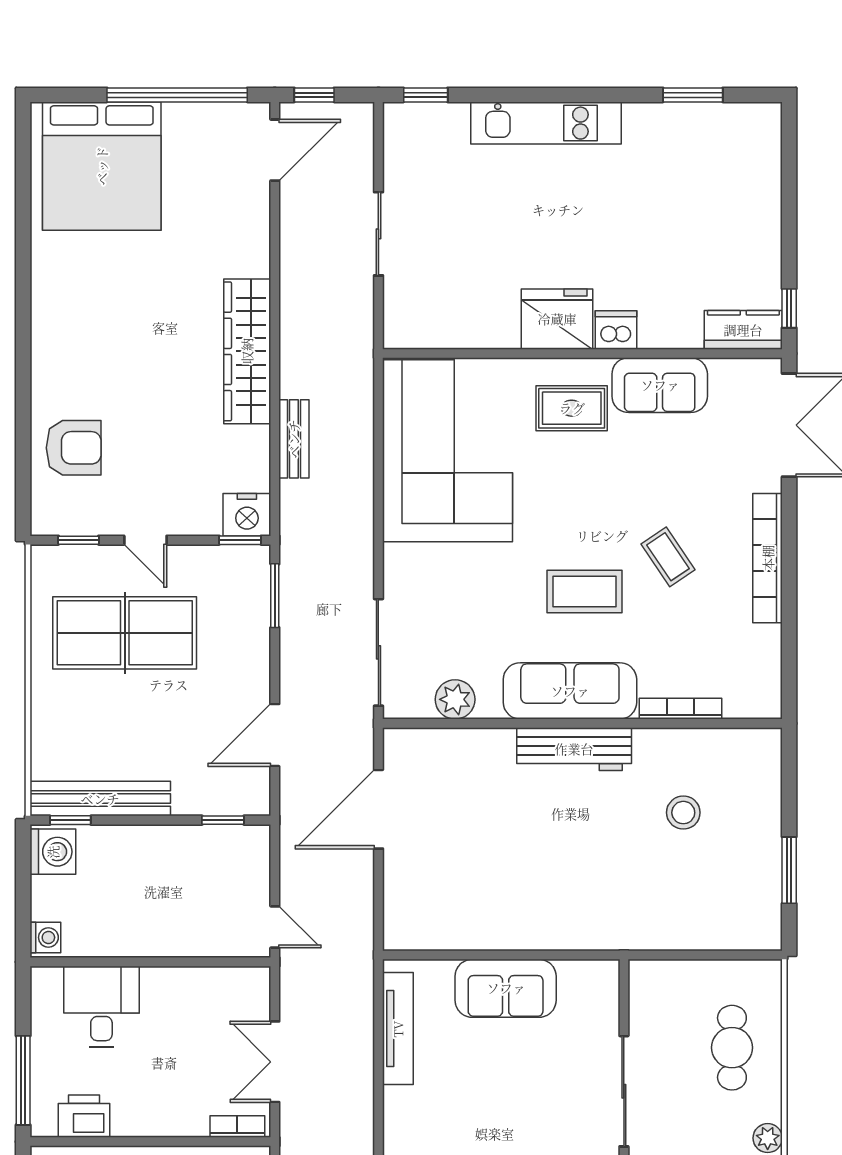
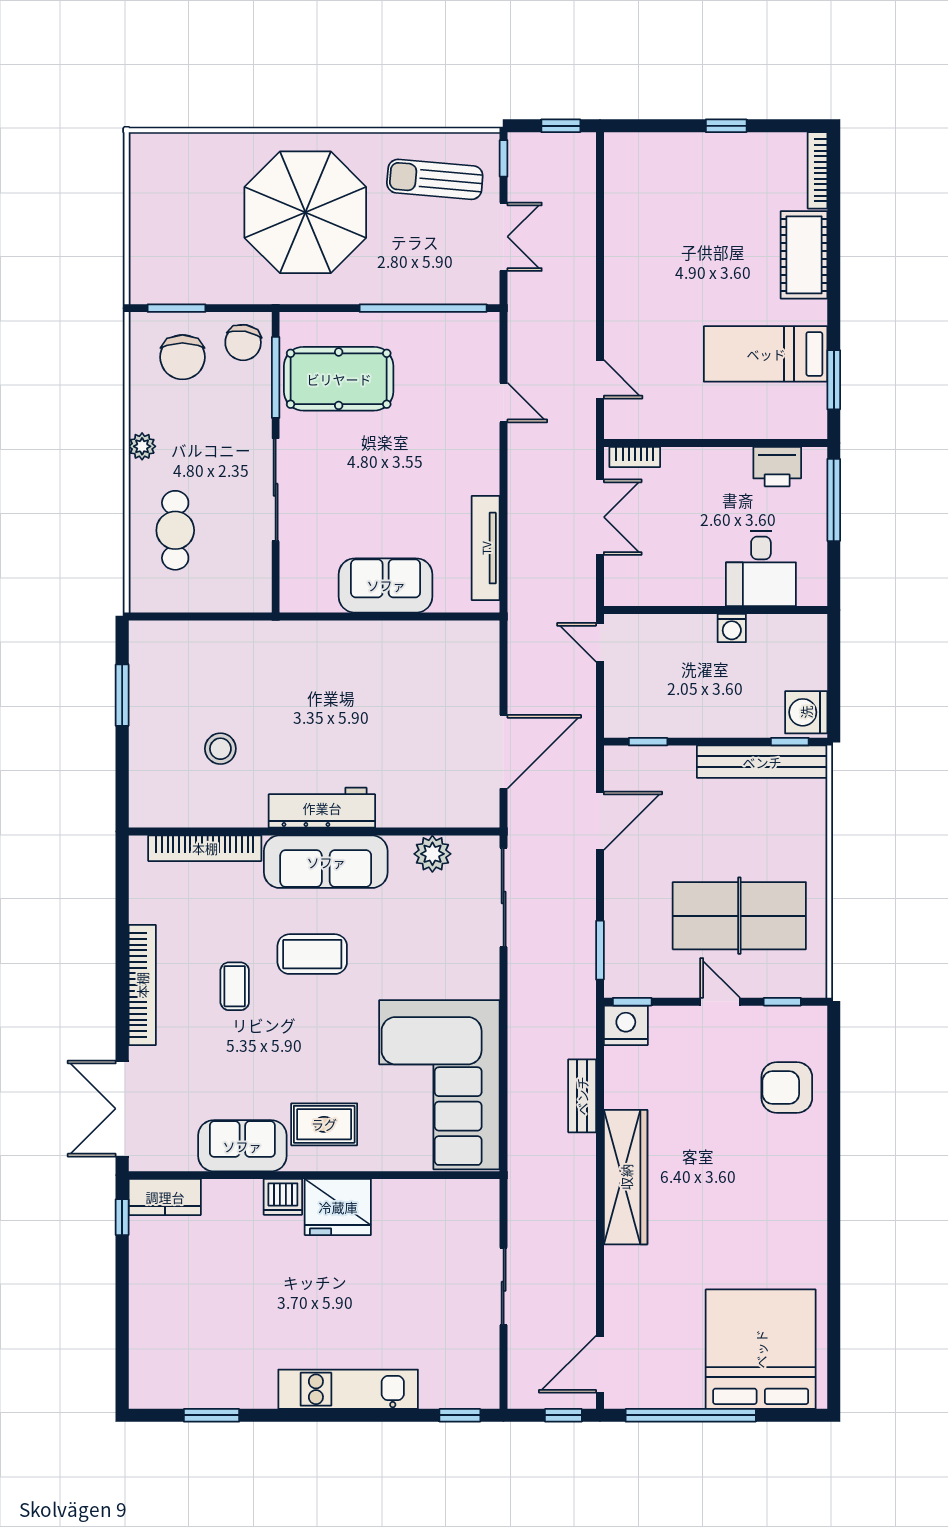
coffee table: (668, 557) -> (235, 986), turned 34
bookcase: (680, 709) -> (205, 848), width x1.48, depth x1.31
washing machine: (45, 937) -> (732, 628), moved, turned -90

